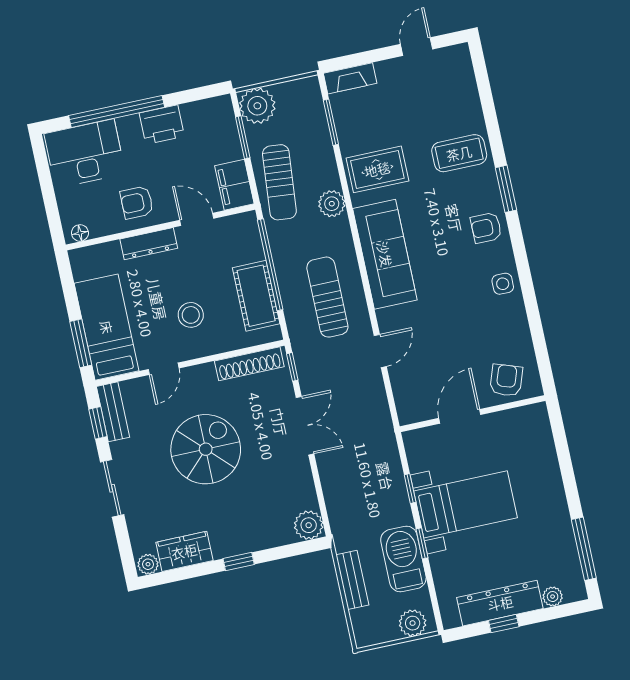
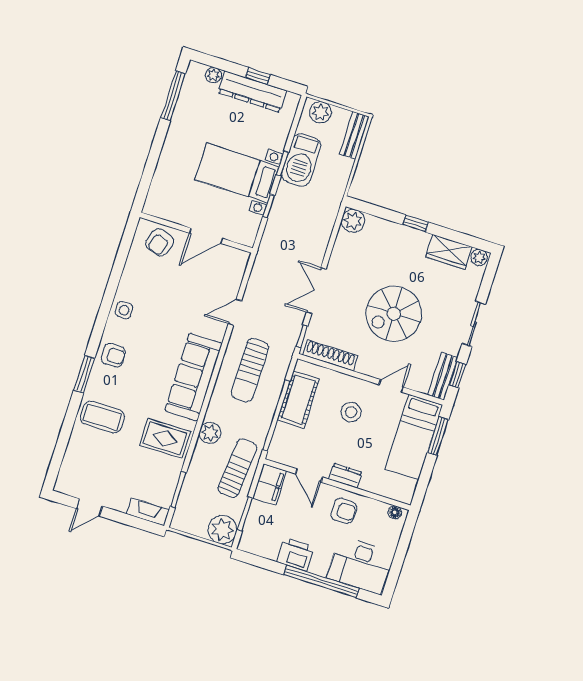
dresser: (149, 244) -> (345, 476), width x0.70
bench: (352, 580) -> (354, 135), moved

